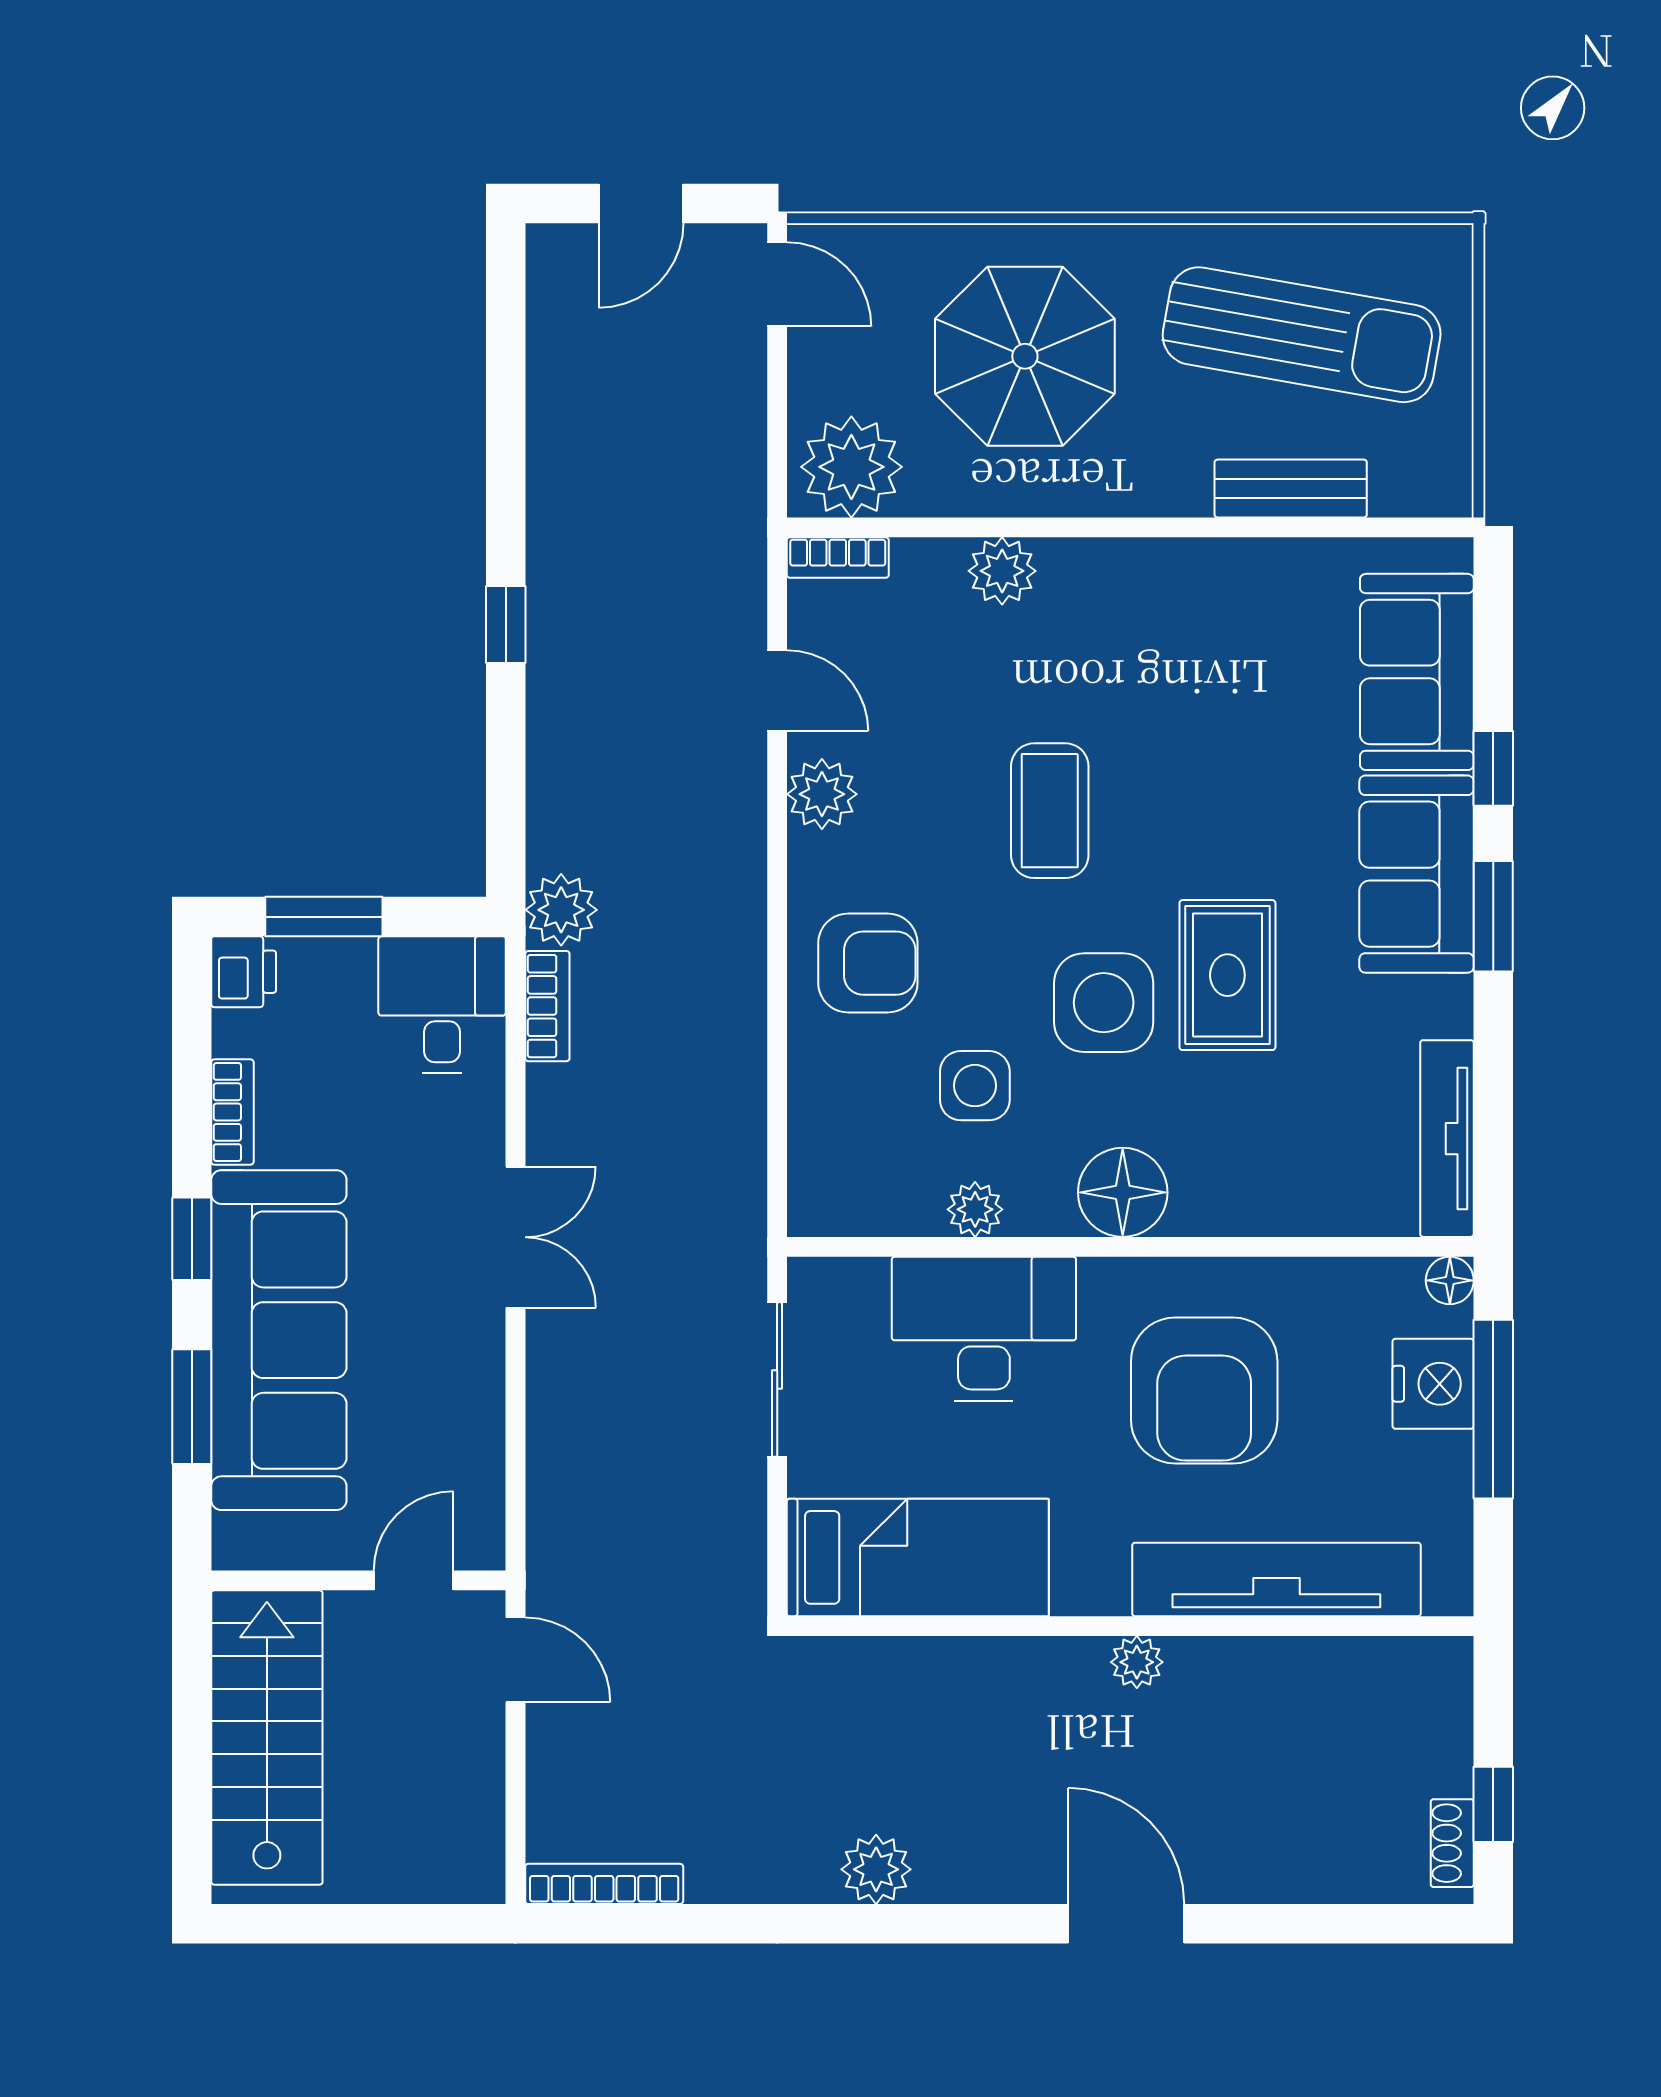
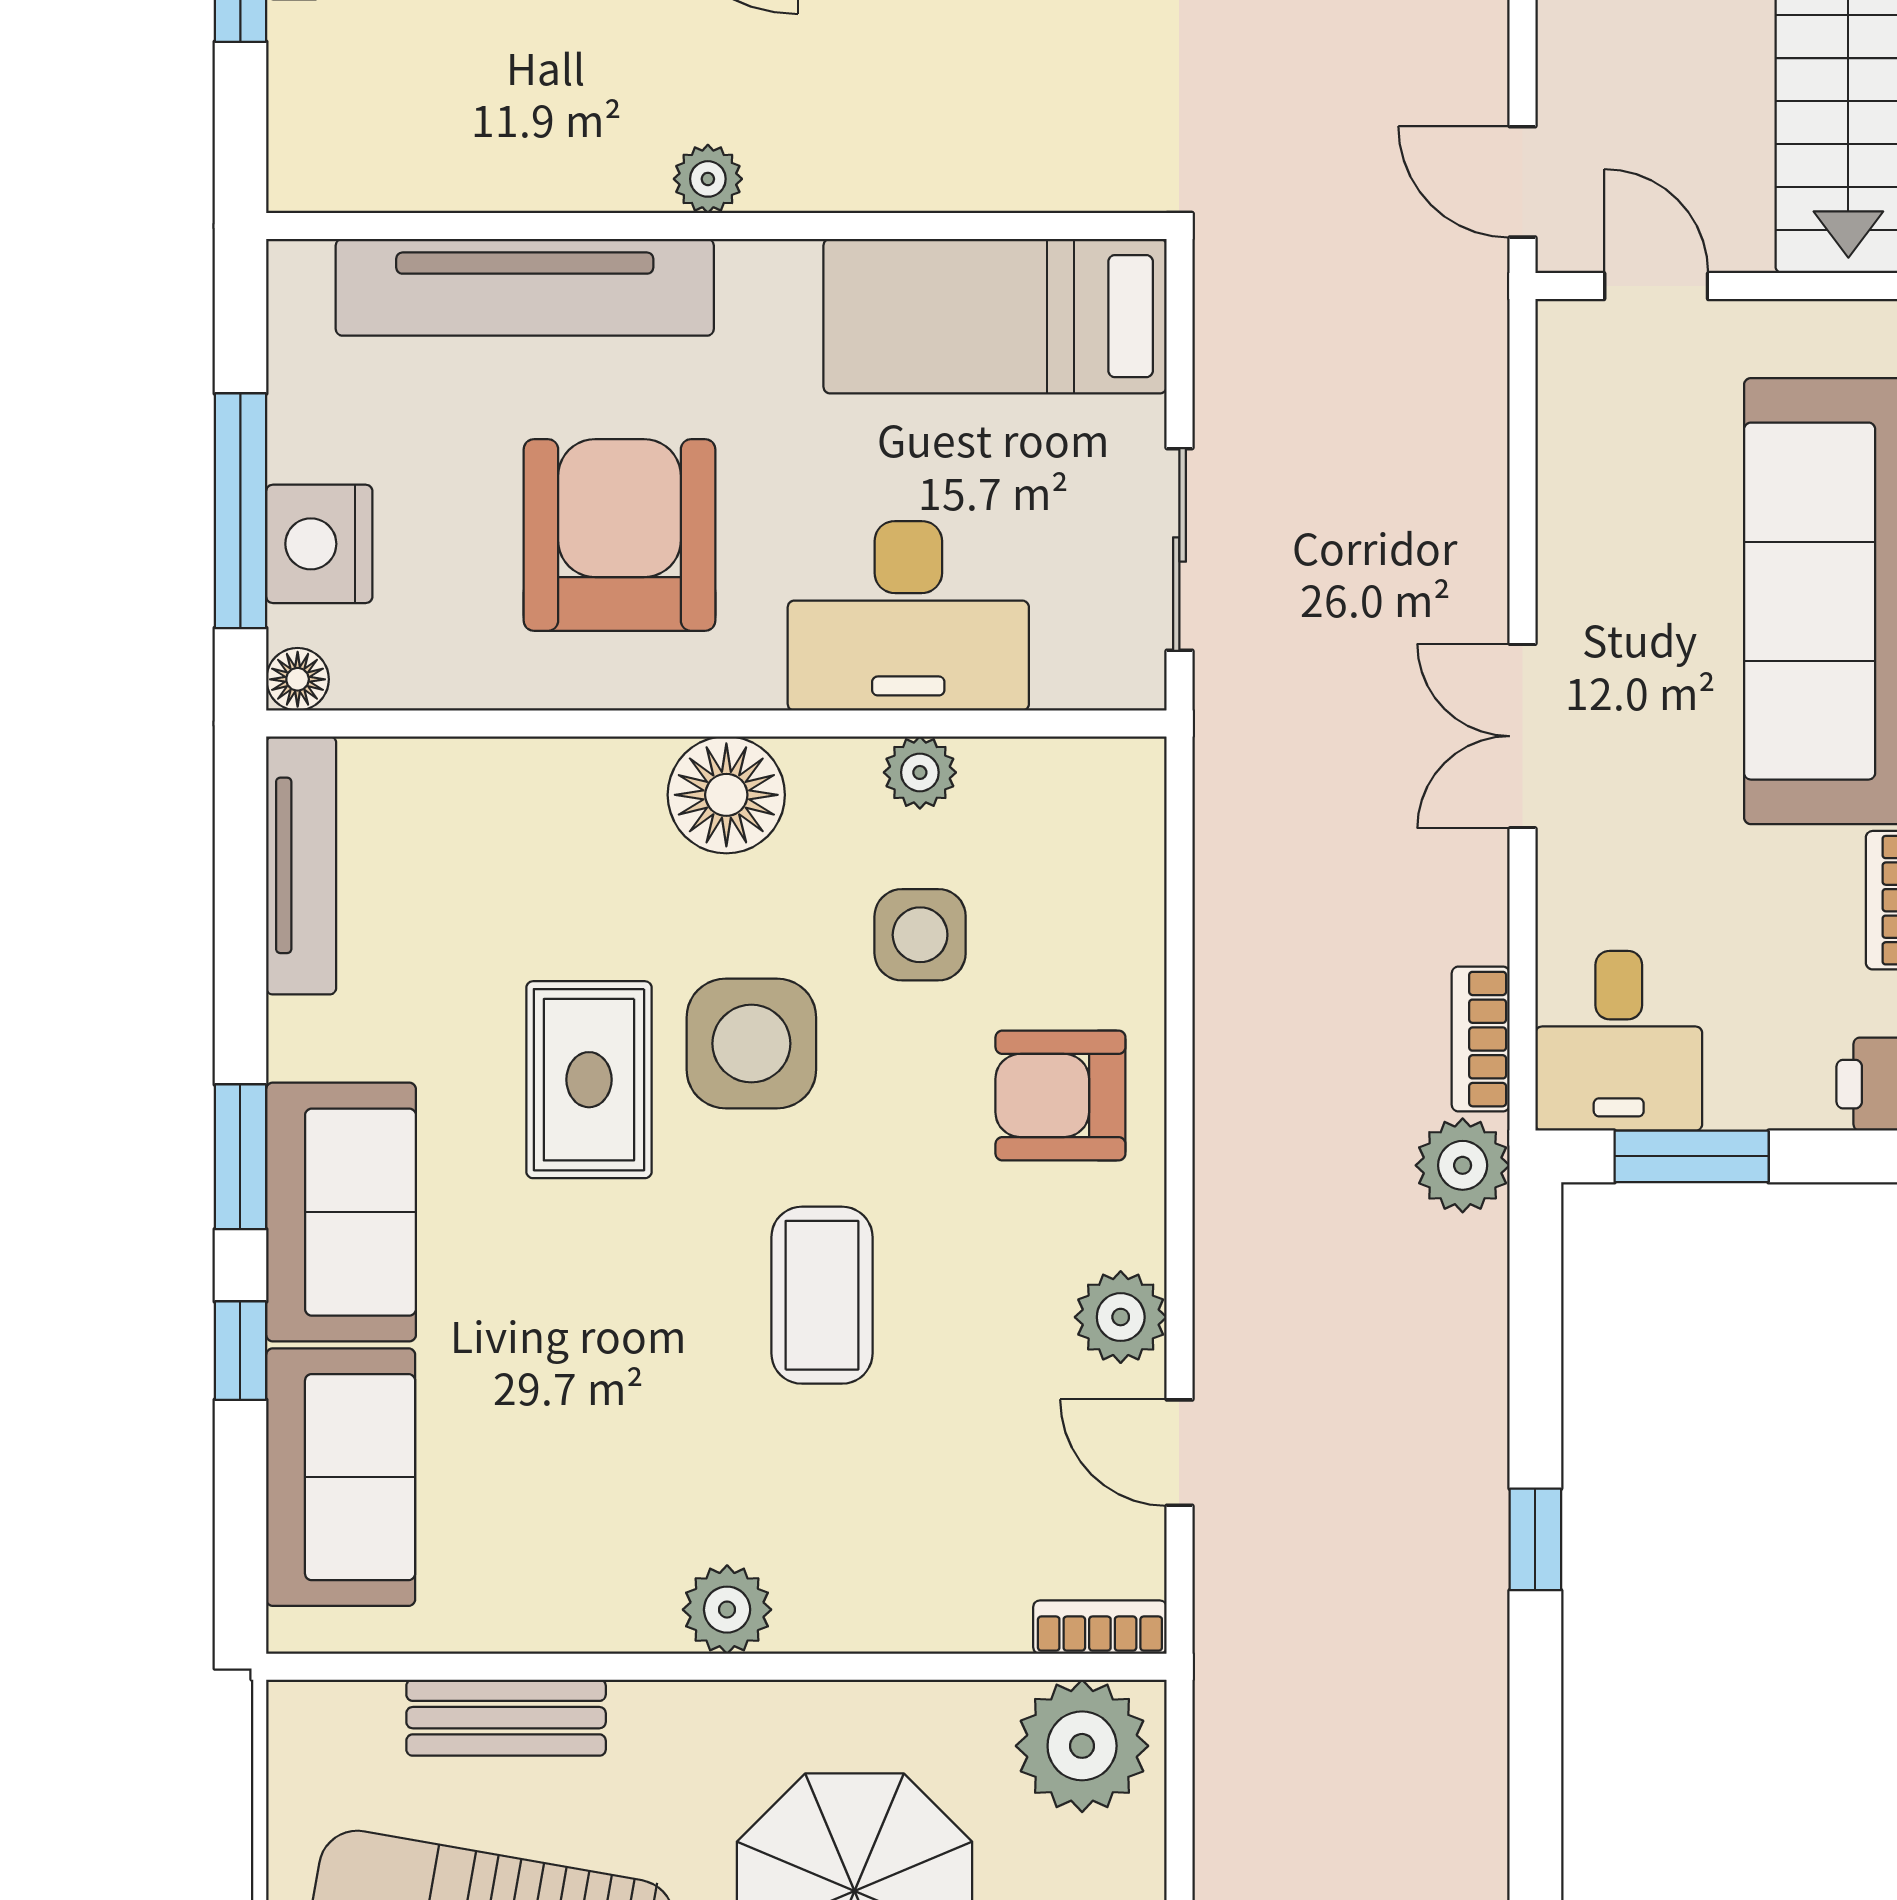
plant: (1002, 571) -> (727, 1610), moved
window: (324, 917) -> (1692, 1156), moved
door: (413, 1580) -> (1656, 286), swing flipped

